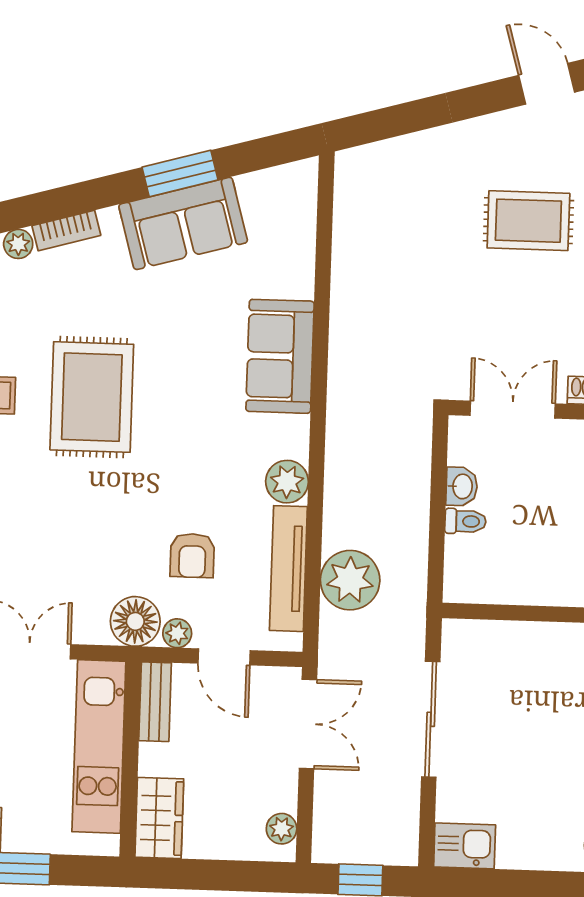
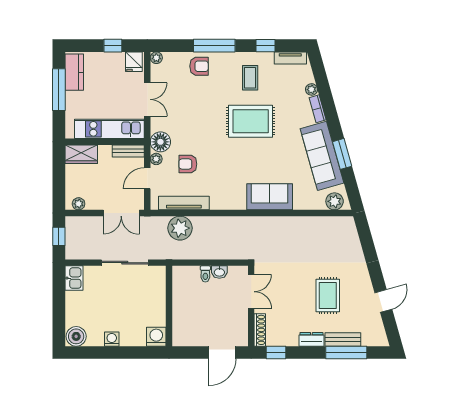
sofa: (183, 223) -> (322, 156), width x1.36
plant: (287, 482) -> (335, 201), moved

